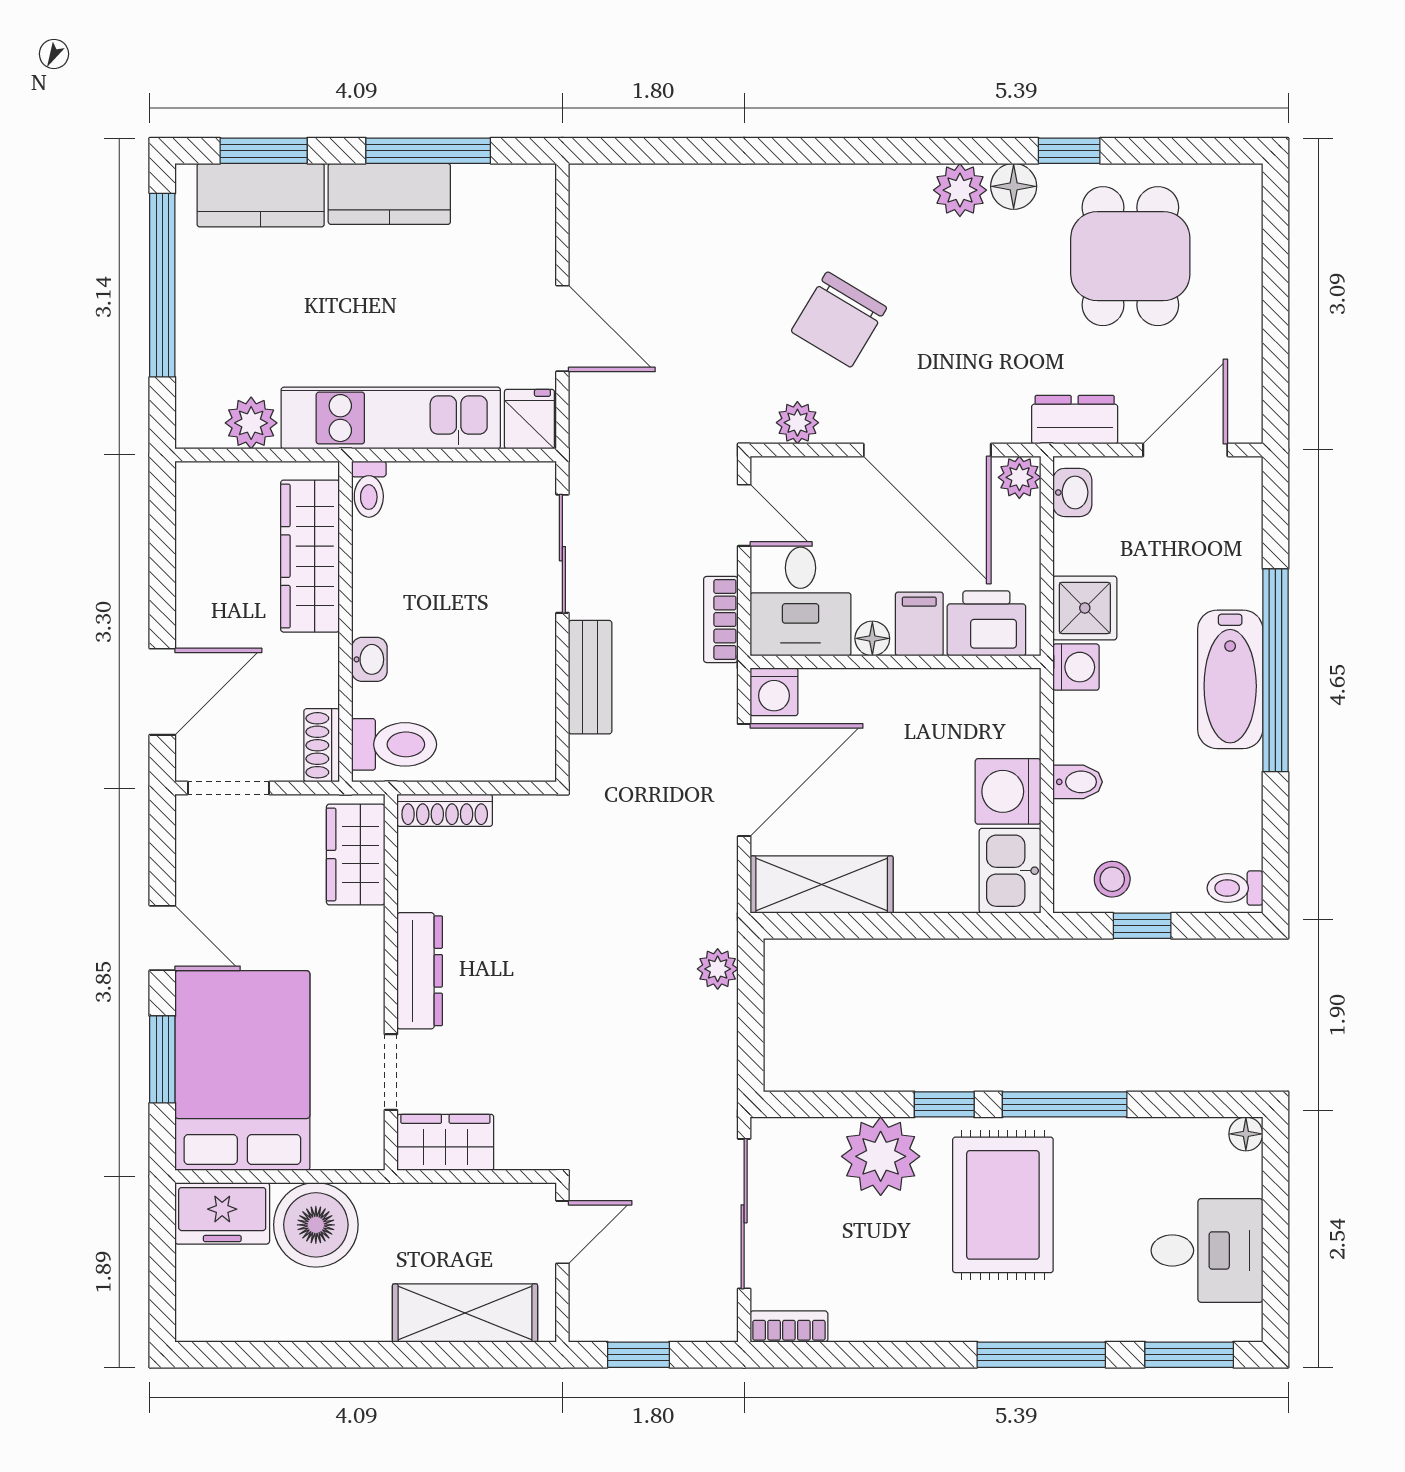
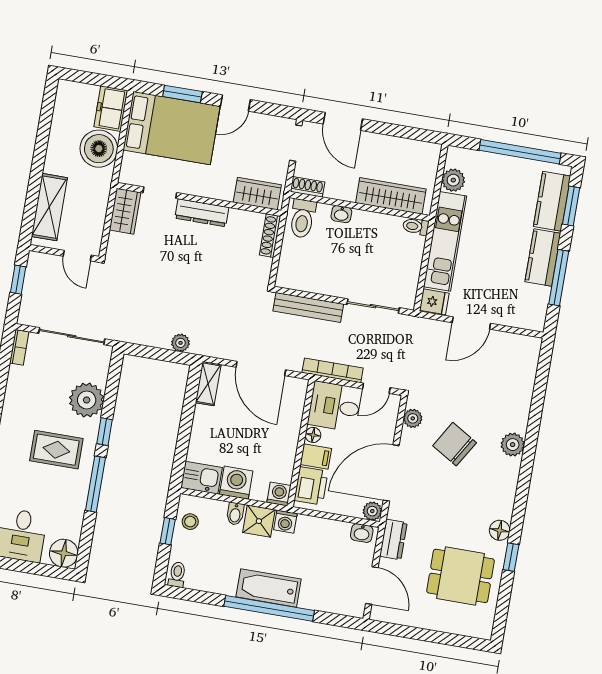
plant: (960, 190) -> (513, 445), moved
shower: (1085, 608) -> (259, 521), moved
bookcase: (721, 619) -> (333, 370), width x1.56
bench: (590, 677) -> (308, 308), width x1.36
washing machine: (774, 692) -> (279, 494), moved, turned 90
shelving: (822, 885) -> (208, 384), width x0.67, depth x0.75
floor lamp: (1246, 1134) -> (64, 553), width x1.89, depth x1.89
rug: (1003, 1205) -> (56, 450), width x0.73, depth x0.70

